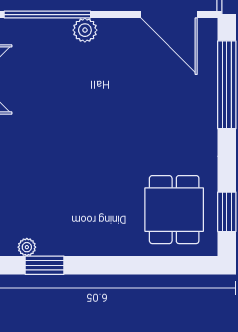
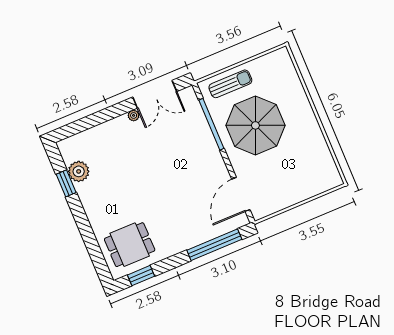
plant: (85, 30) -> (211, 150), removed
plant: (27, 247) -> (79, 171), width x1.88, depth x1.88

